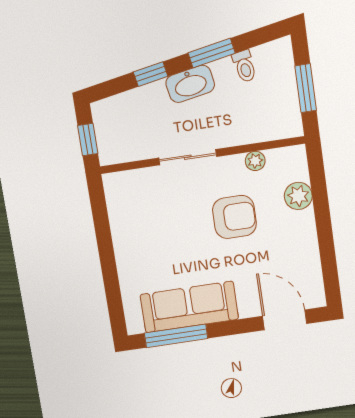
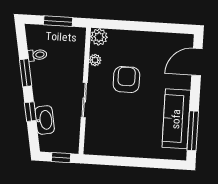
washbasin: (190, 84) -> (45, 120), moved
plant: (298, 196) -> (99, 37), moved

